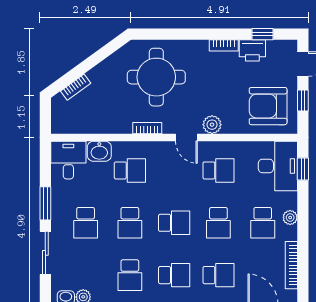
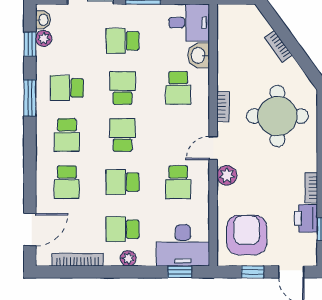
bookcase: (76, 87) -> (278, 46), moved
school desk: (130, 223) -> (123, 88), turned 90
school desk: (174, 223) -> (123, 135), turned 180

